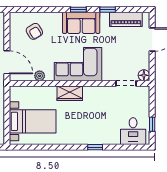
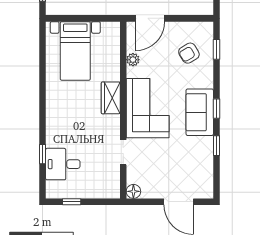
window: (32, 10) -> (216, 49), added
piano: (126, 19) -> (204, 169), removed
doorway: (126, 83) -> (123, 152), moved
desk: (133, 131) -> (63, 164), moved
window: (95, 147) -> (43, 154), moved

